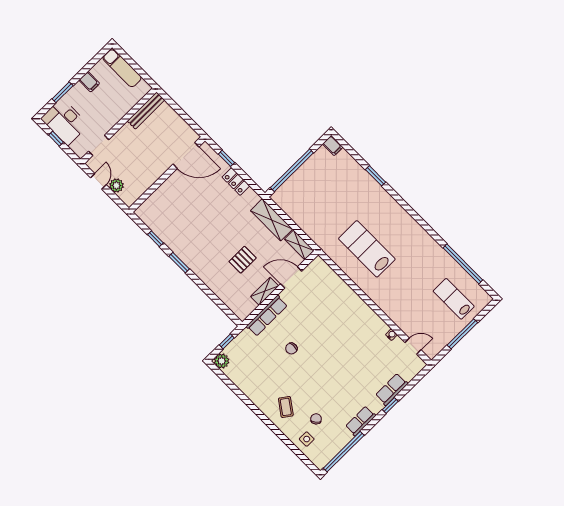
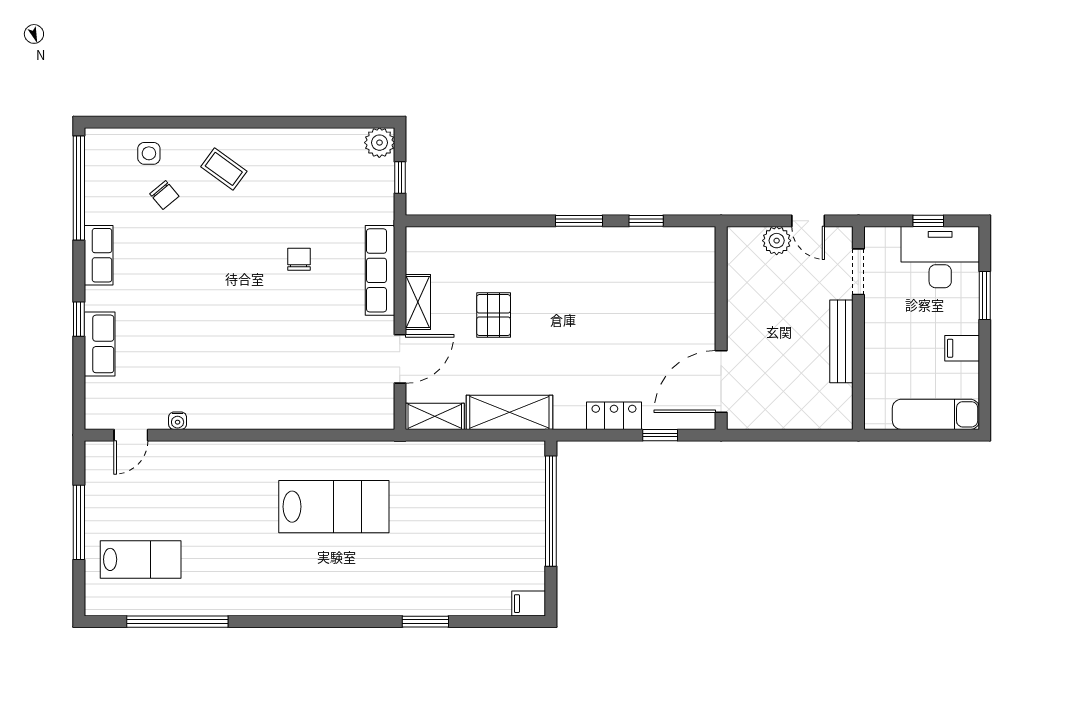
bench: (146, 111) -> (841, 341), moved

